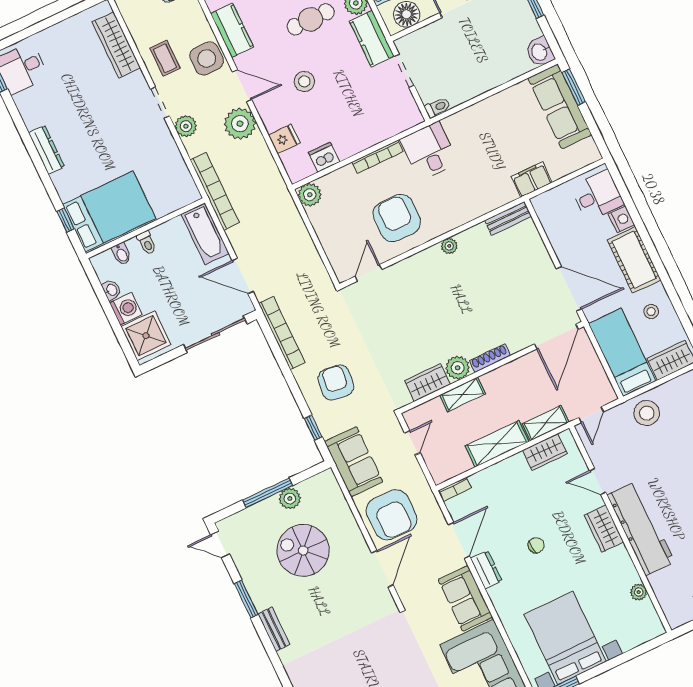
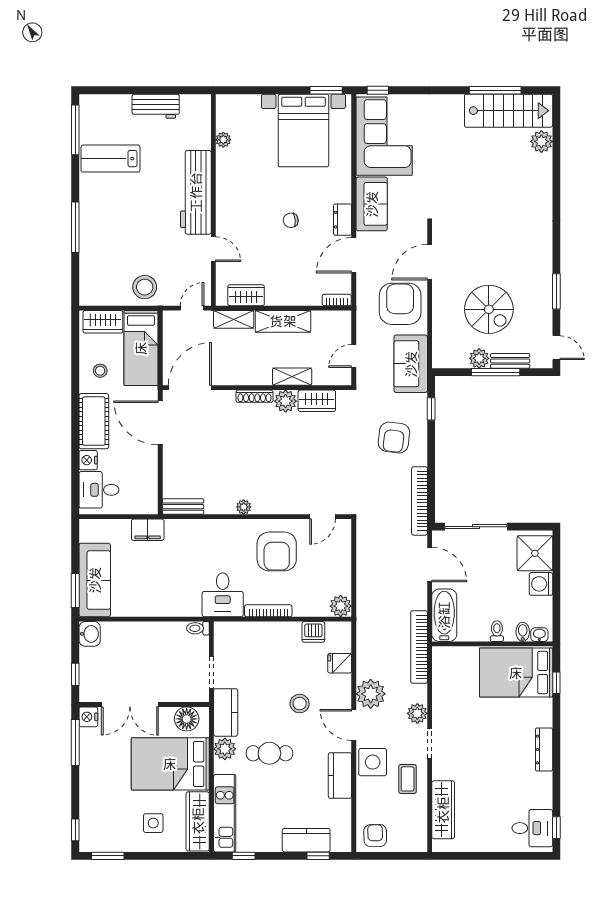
washbasin: (111, 290) -> (539, 635), moved, turned 90
wardrobe: (604, 528) -> (227, 207), removed
bench: (274, 629) -> (510, 361), moved, turned 90

